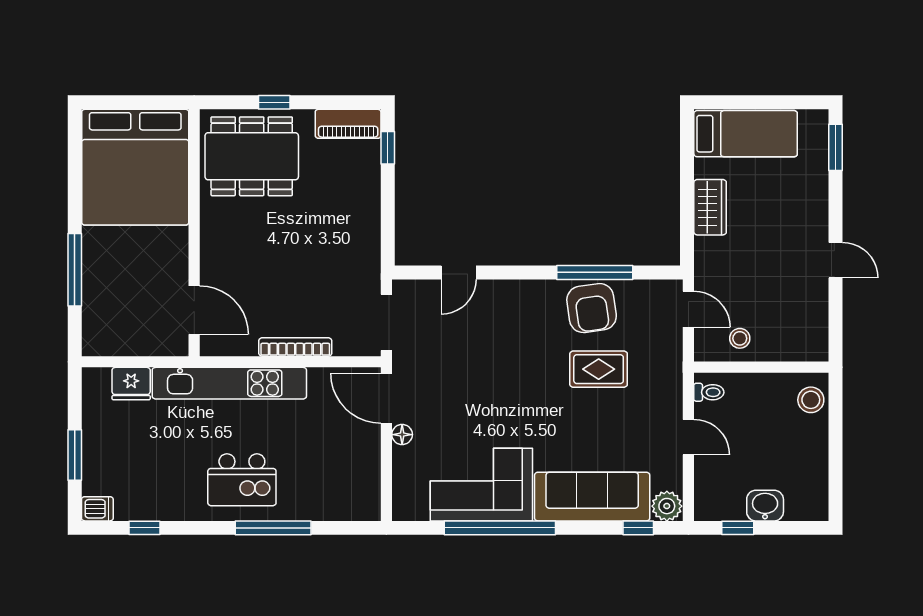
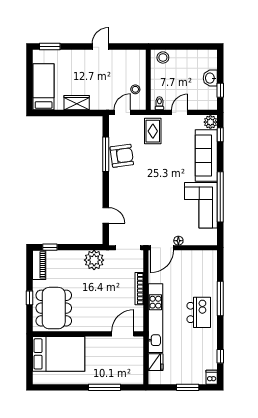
bed: (135, 167) -> (59, 354), width x0.73
plant: (359, 246) -> (94, 260), added
rug: (599, 369) -> (153, 131), moved

